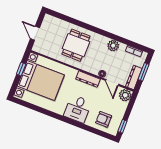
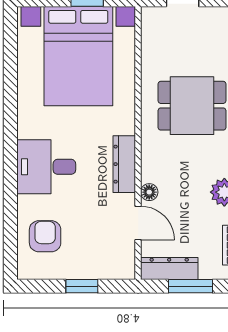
door: (112, 82) -> (138, 223), swing flipped
plant: (125, 95) -> (120, 265), removed
window: (122, 126) -> (82, 286), moved

